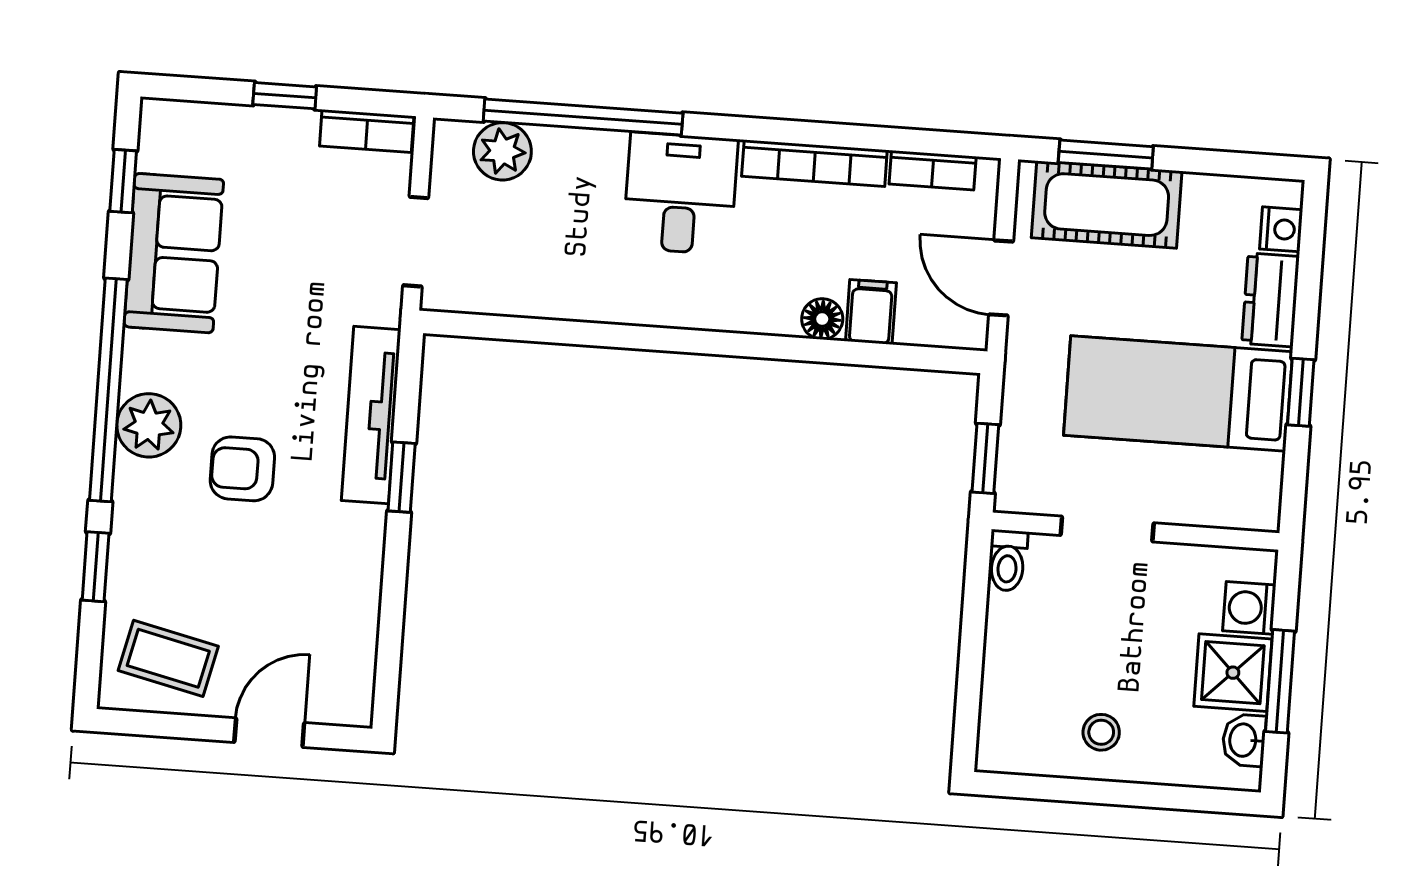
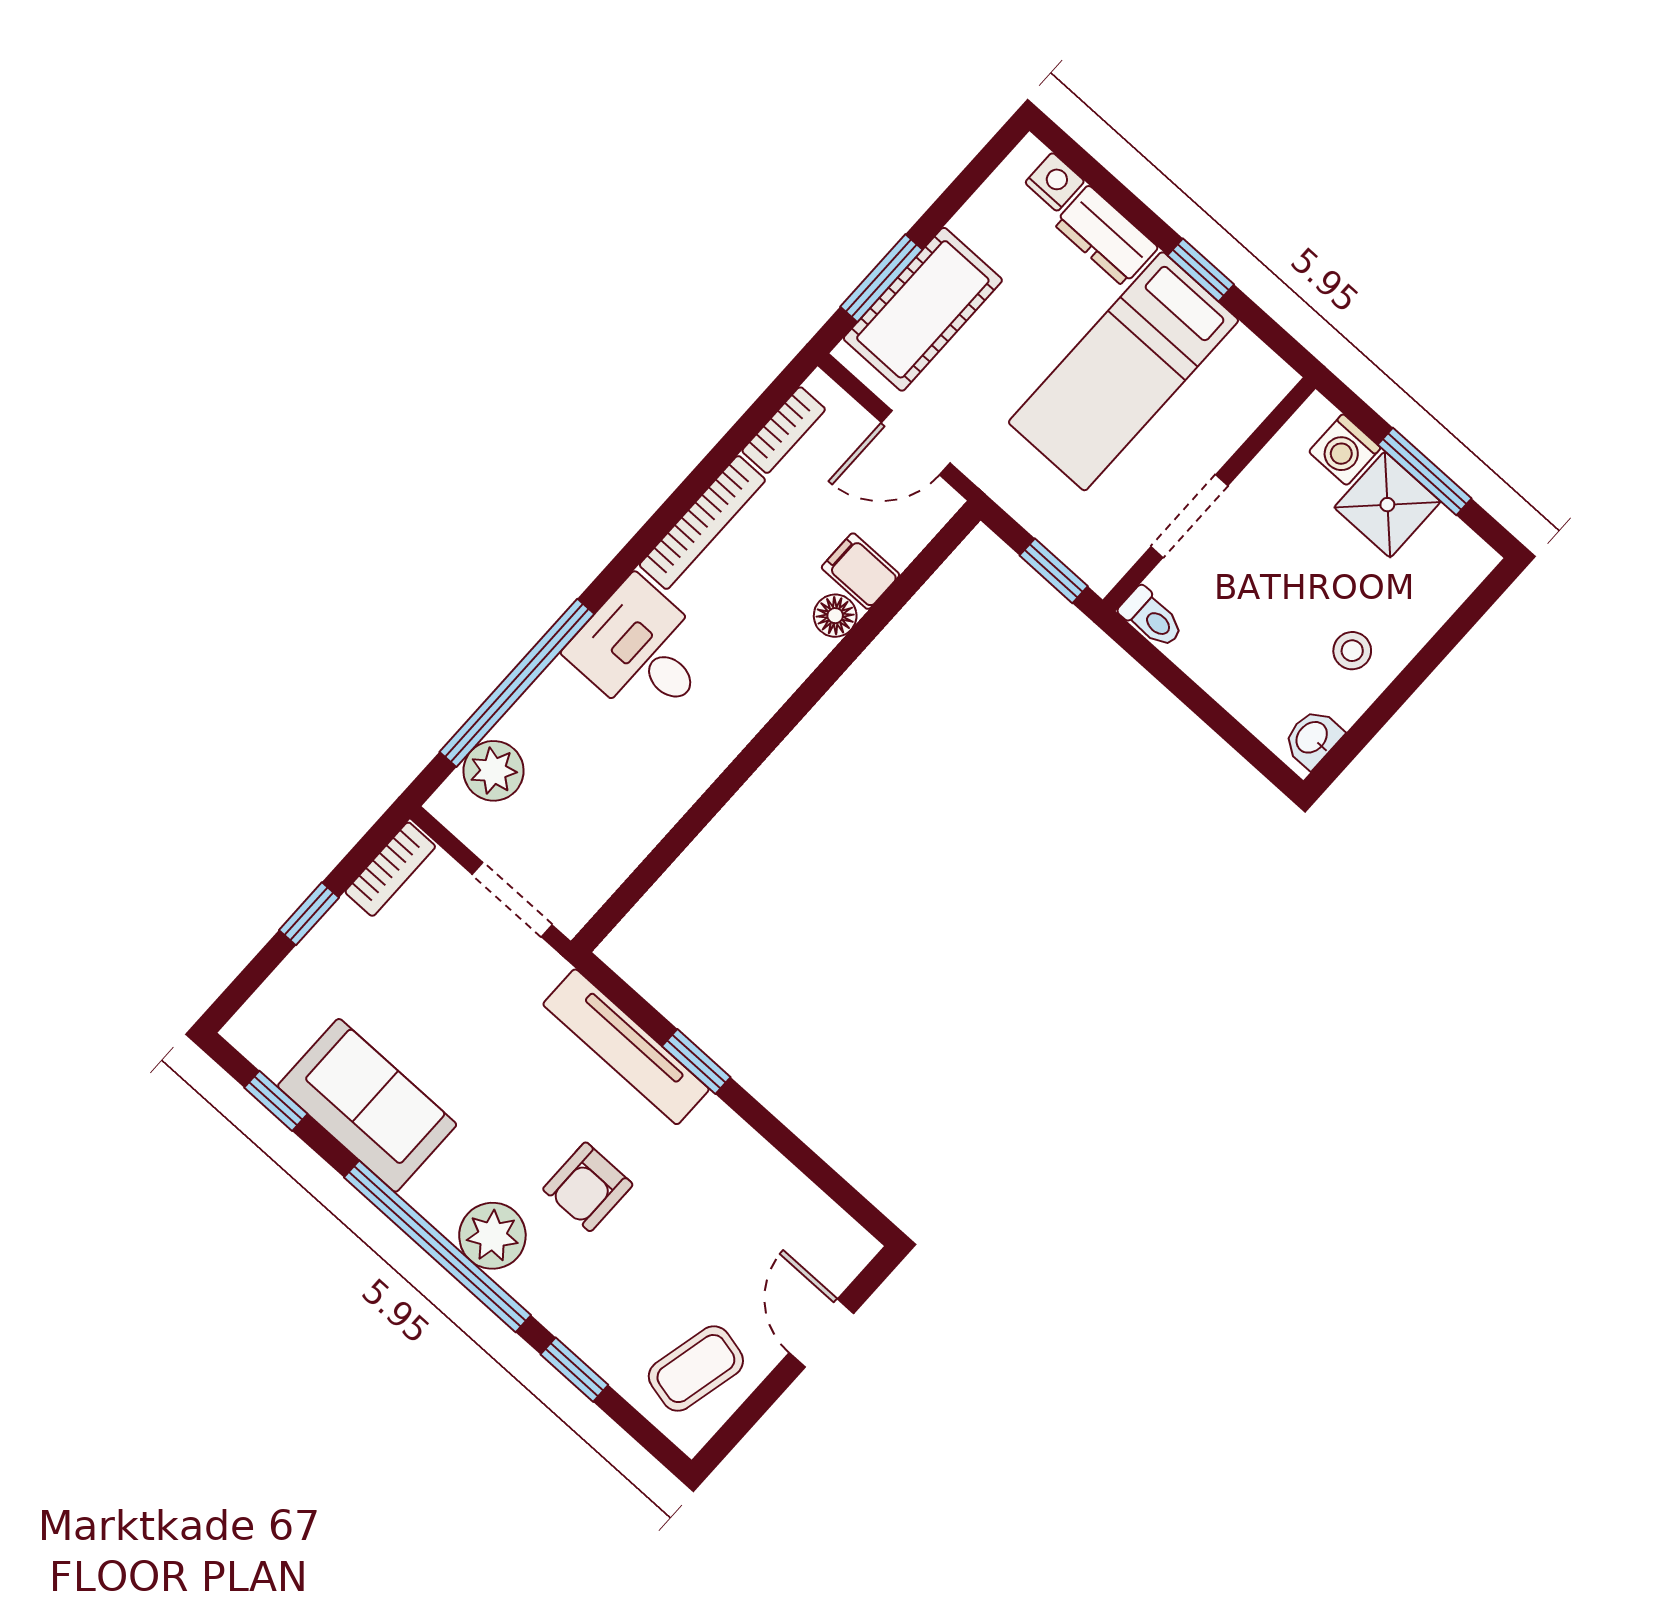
washbasin: (1244, 740) -> (1313, 738), moved, turned 90

